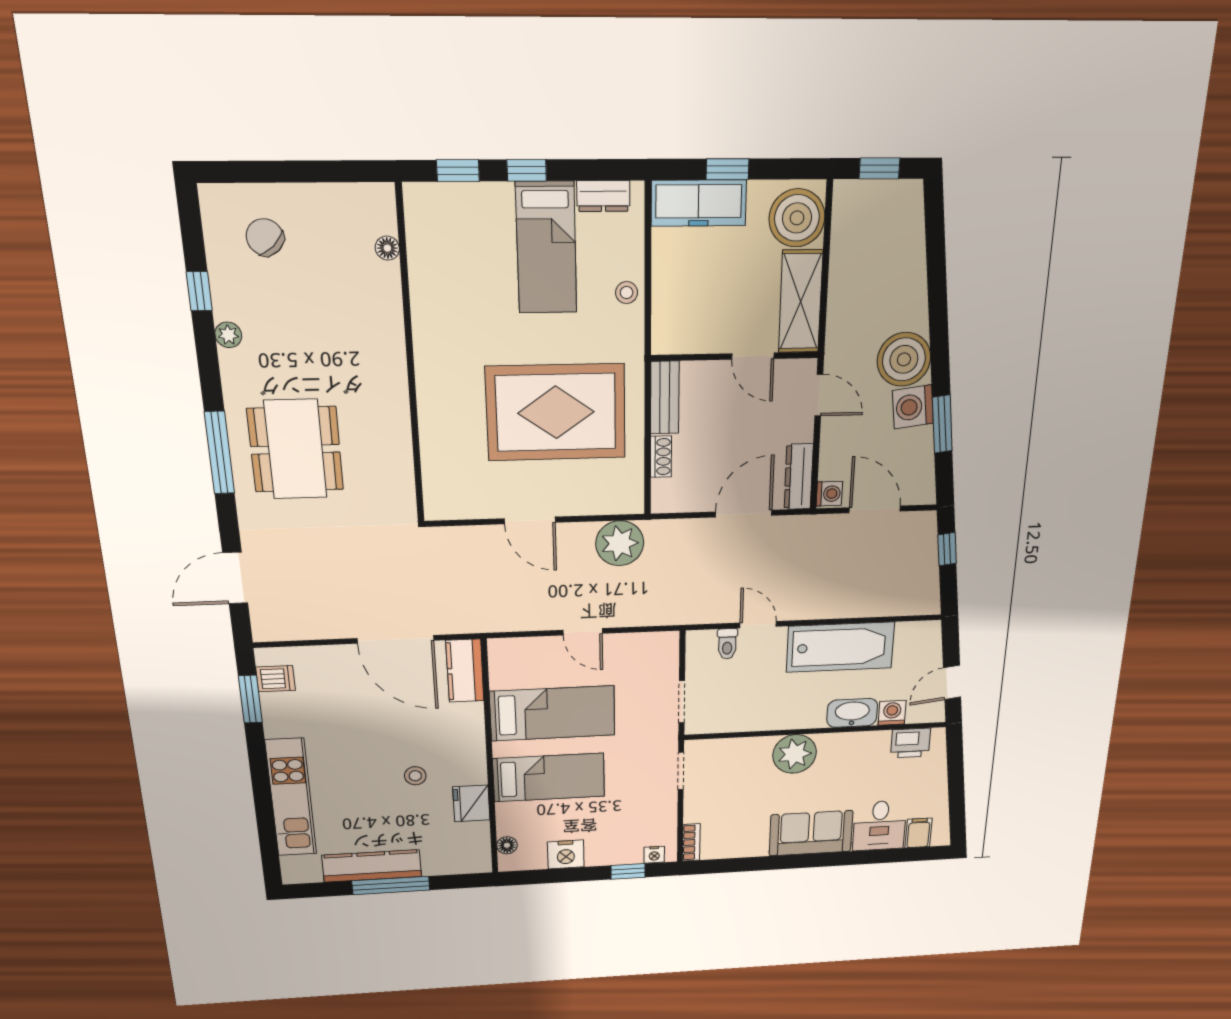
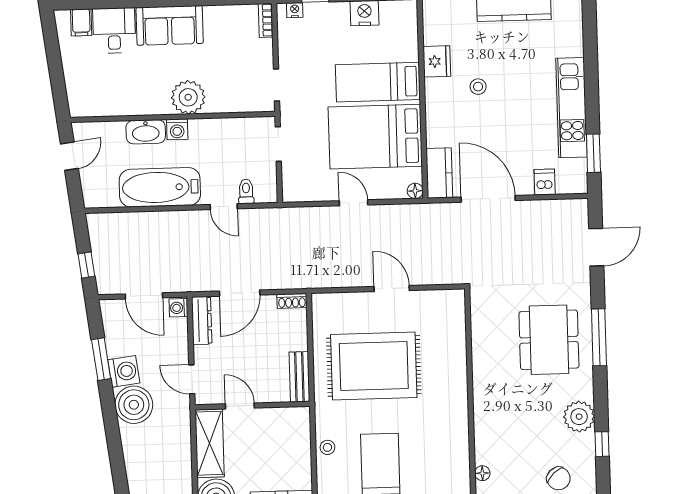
plant: (228, 335) -> (579, 417), width x1.88, depth x1.88
shoe rack: (661, 457) -> (292, 301), moved, turned -90
plant: (620, 543) -> (328, 271), removed
dishwasher: (276, 679) -> (545, 182), moved, turned 90
bed: (553, 713) -> (375, 137), width x1.50
washing machine: (892, 713) -> (177, 129), moved
printer: (910, 743) -> (97, 104), removed
kitchen unit: (291, 798) -> (572, 108), moved
floor lamp: (507, 845) -> (415, 191), moved

